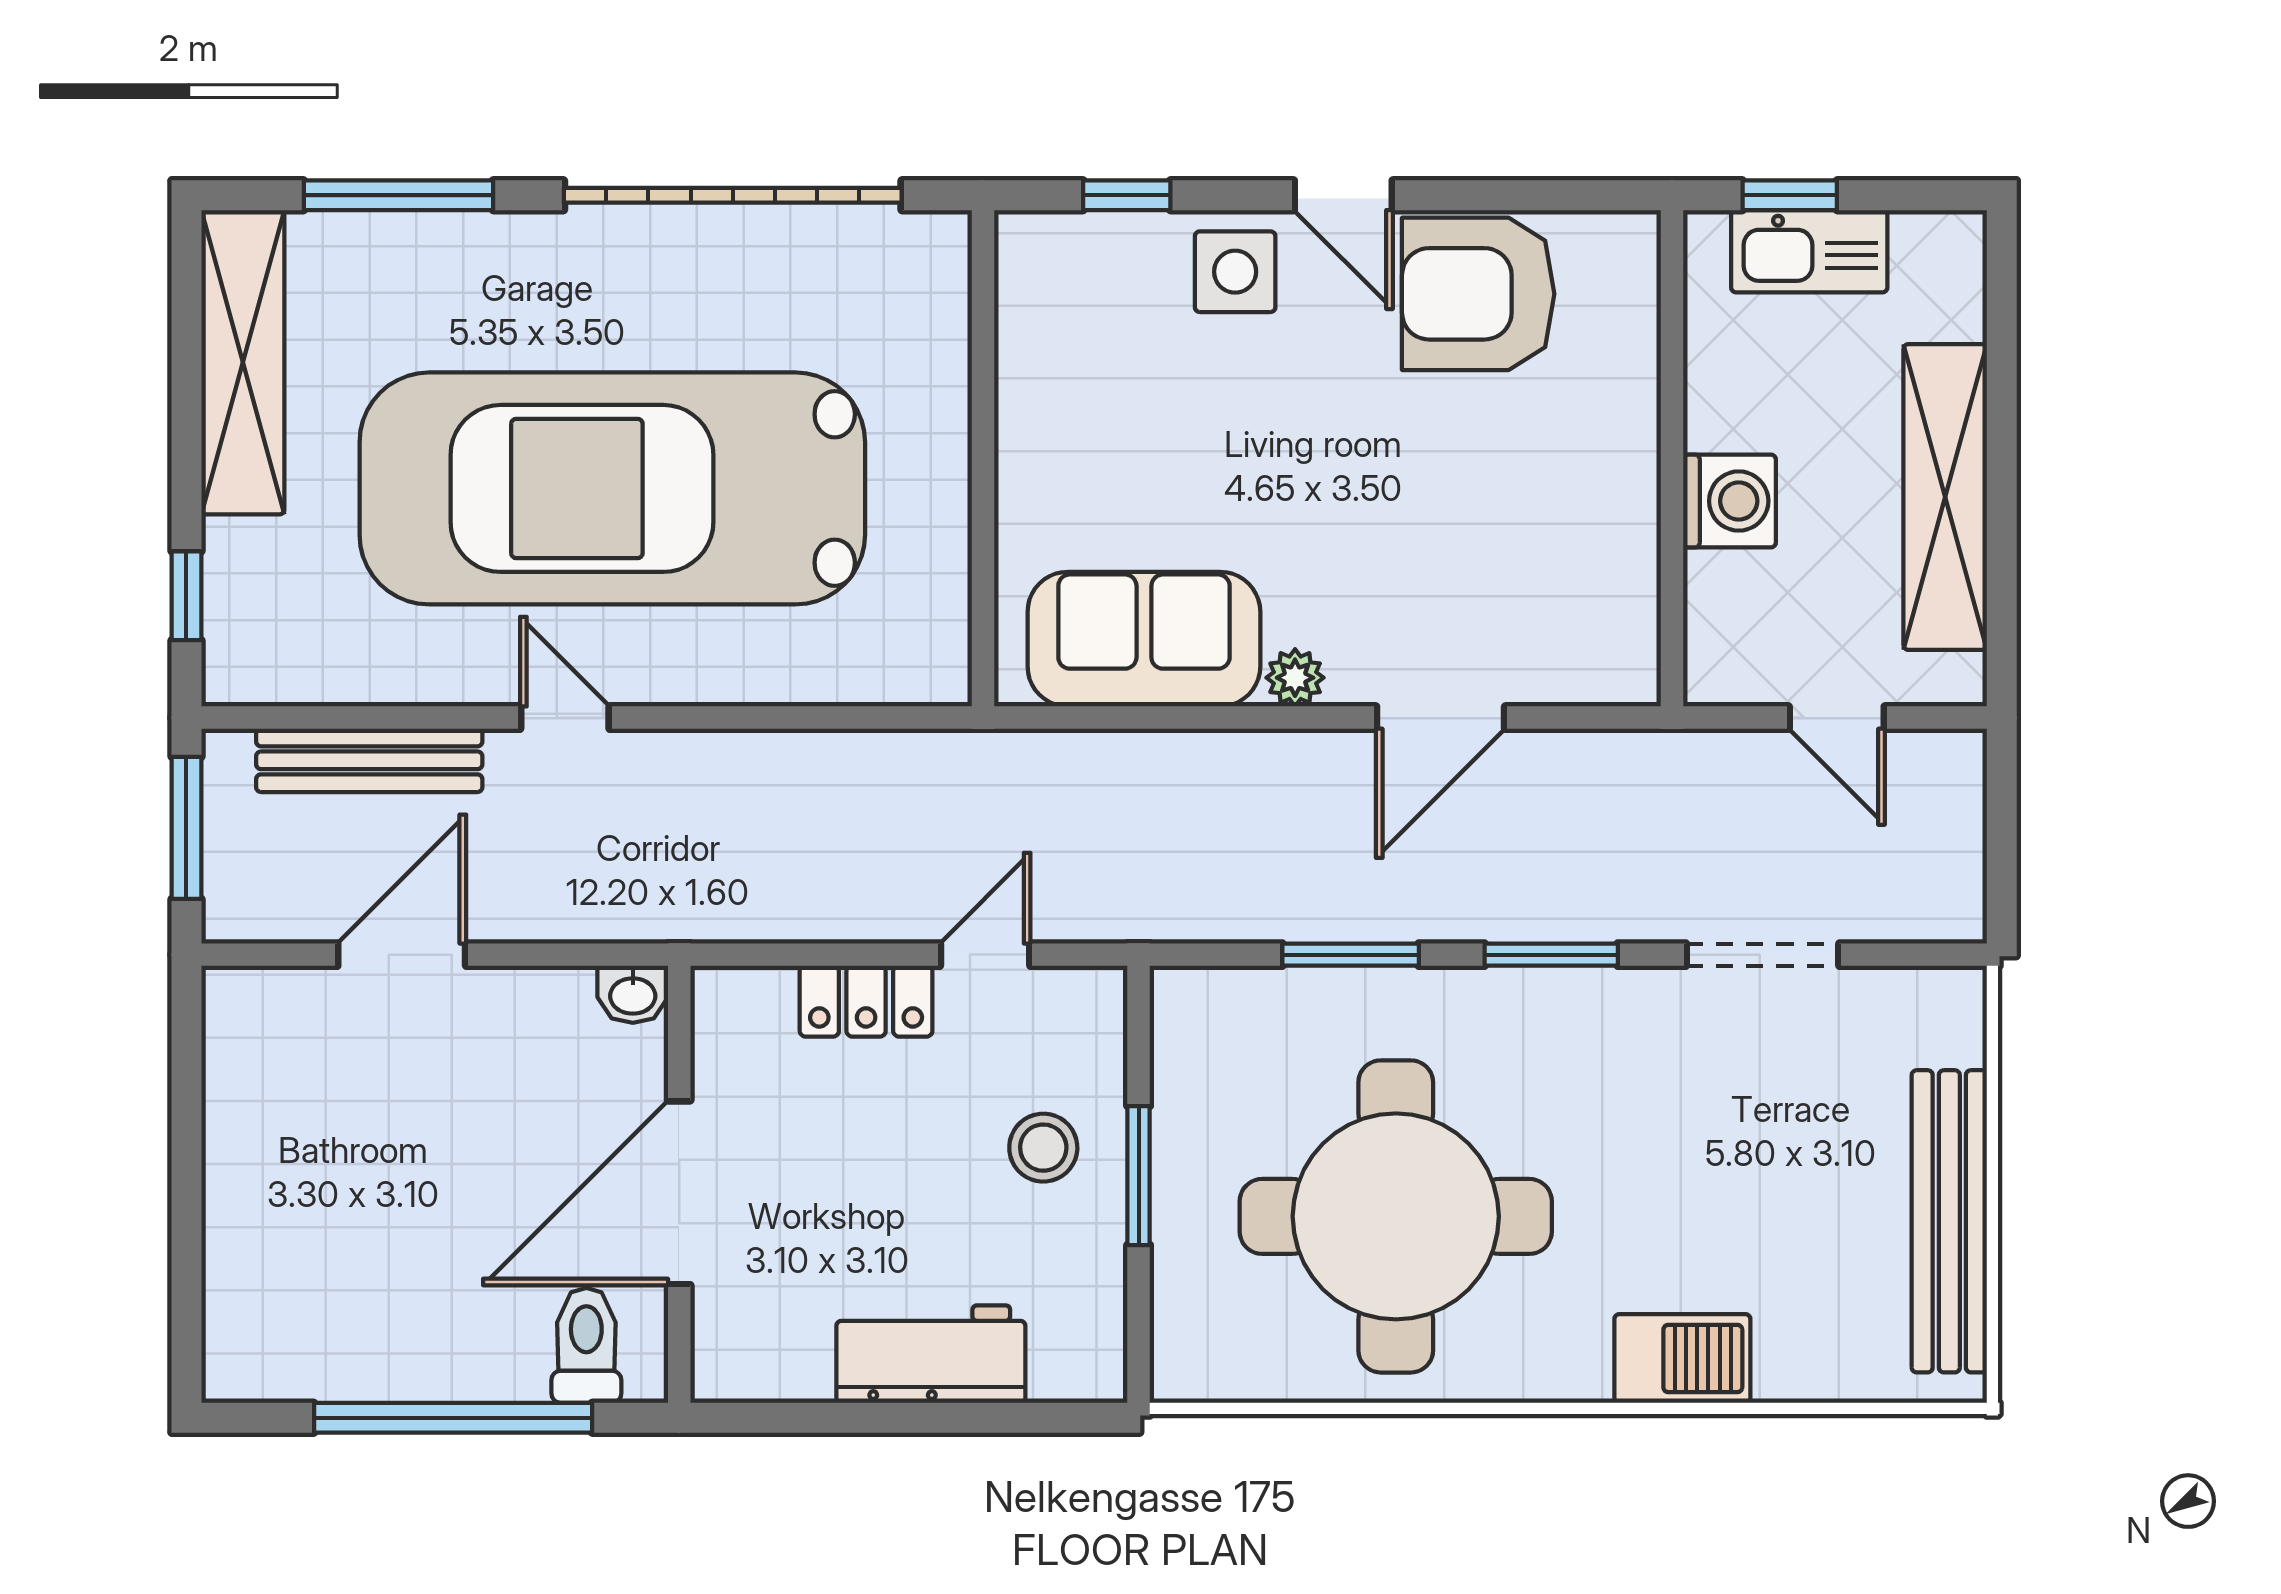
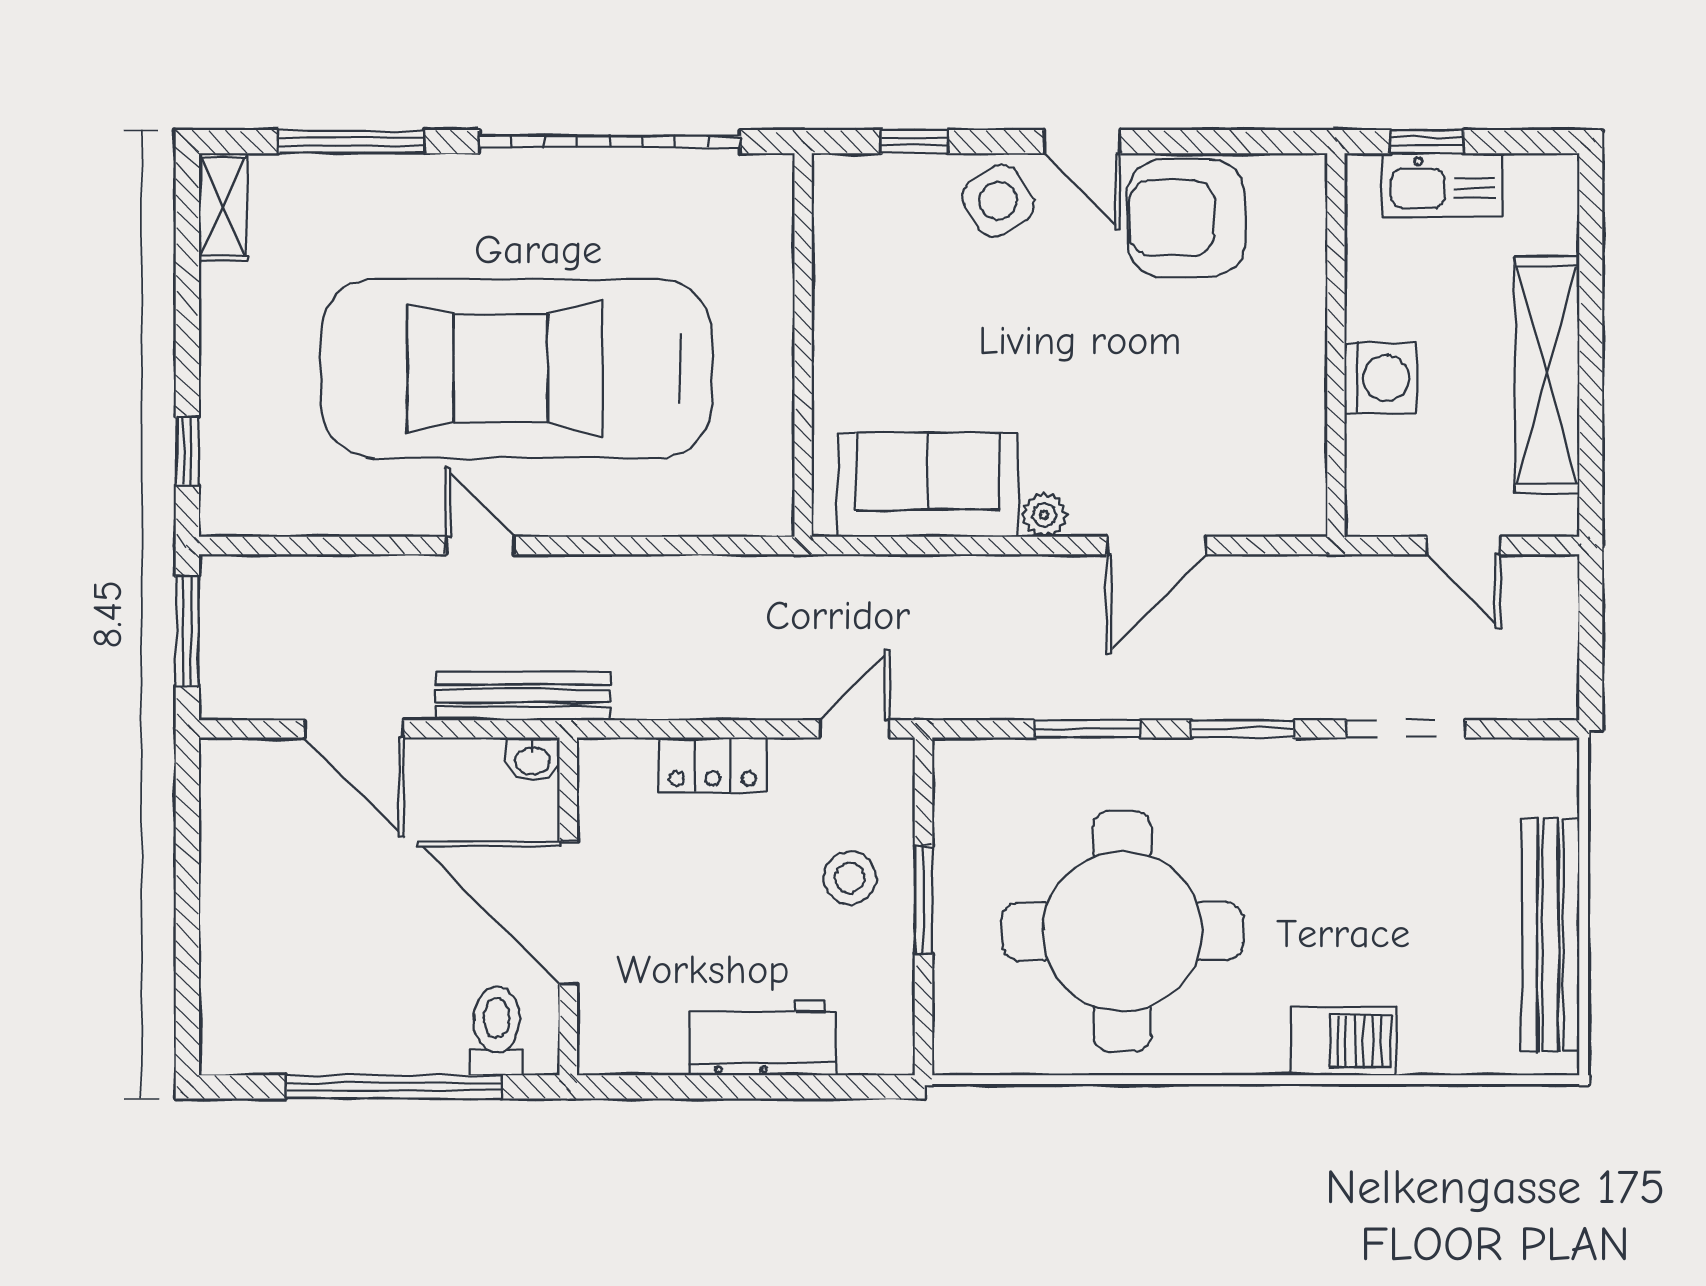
side table: (1235, 272) -> (998, 201), turned -31
shelving: (243, 362) -> (223, 207), width x0.45, depth x0.75
bench: (369, 760) -> (523, 696), moved
door: (402, 955) -> (354, 729), swing flipped
door: (985, 955) -> (855, 729), moved
door: (679, 1193) -> (568, 913), hinge flipped

